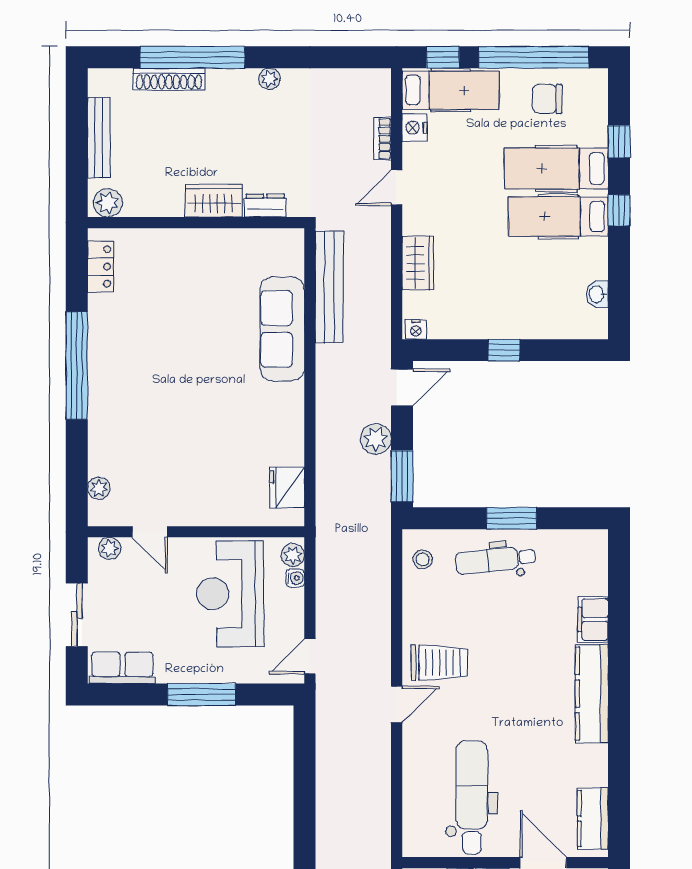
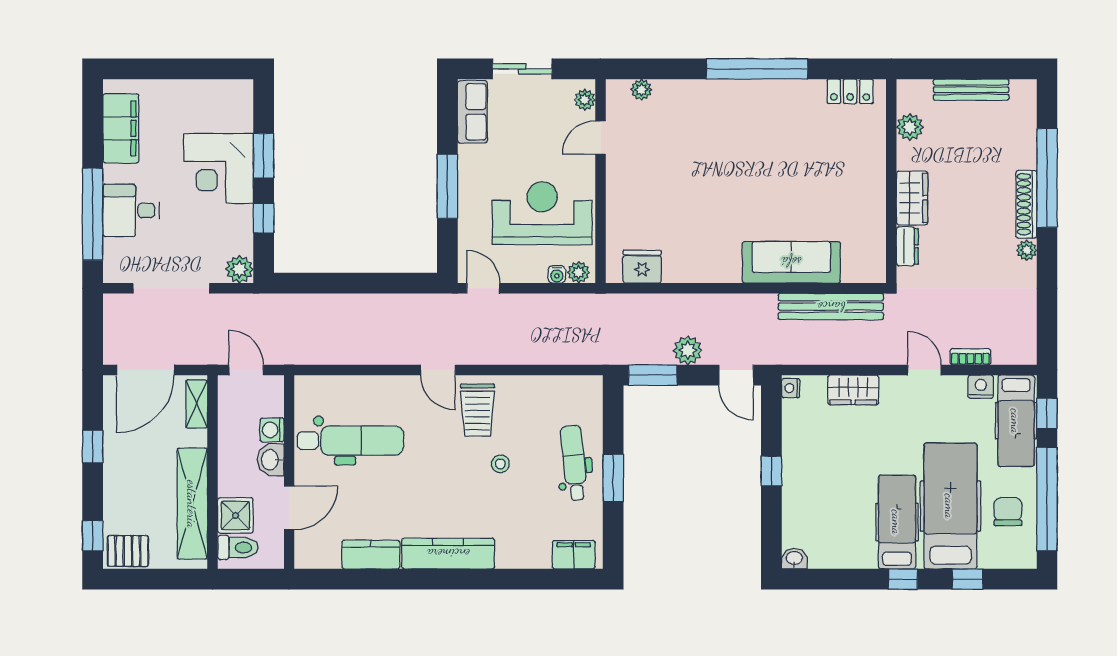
shoe rack: (169, 79) -> (1026, 204), moved
hospital bed: (556, 168) -> (950, 506), width x1.37, depth x1.29
plant: (108, 203) -> (910, 127), moved
washbasin: (597, 294) -> (794, 559), moved
stool: (423, 559) -> (500, 464), moved
filing cabinet: (593, 619) -> (574, 555), moved
kitchen counter: (593, 819) -> (371, 555), moved

